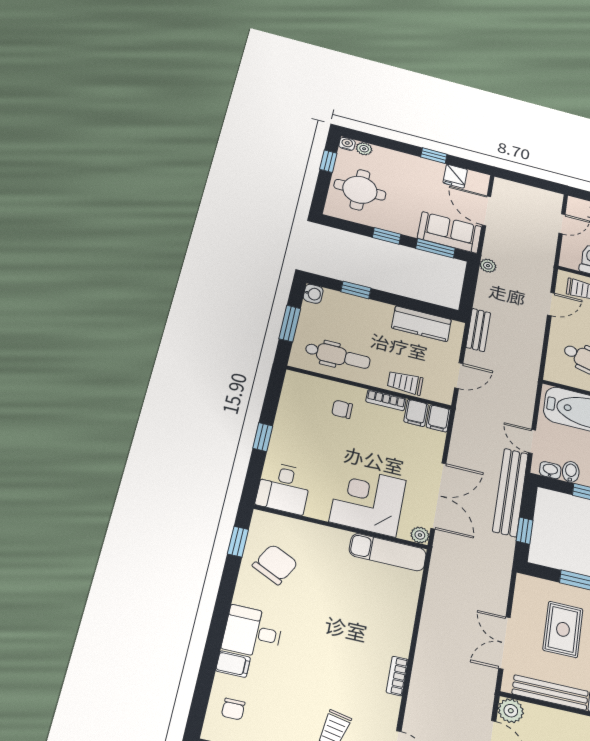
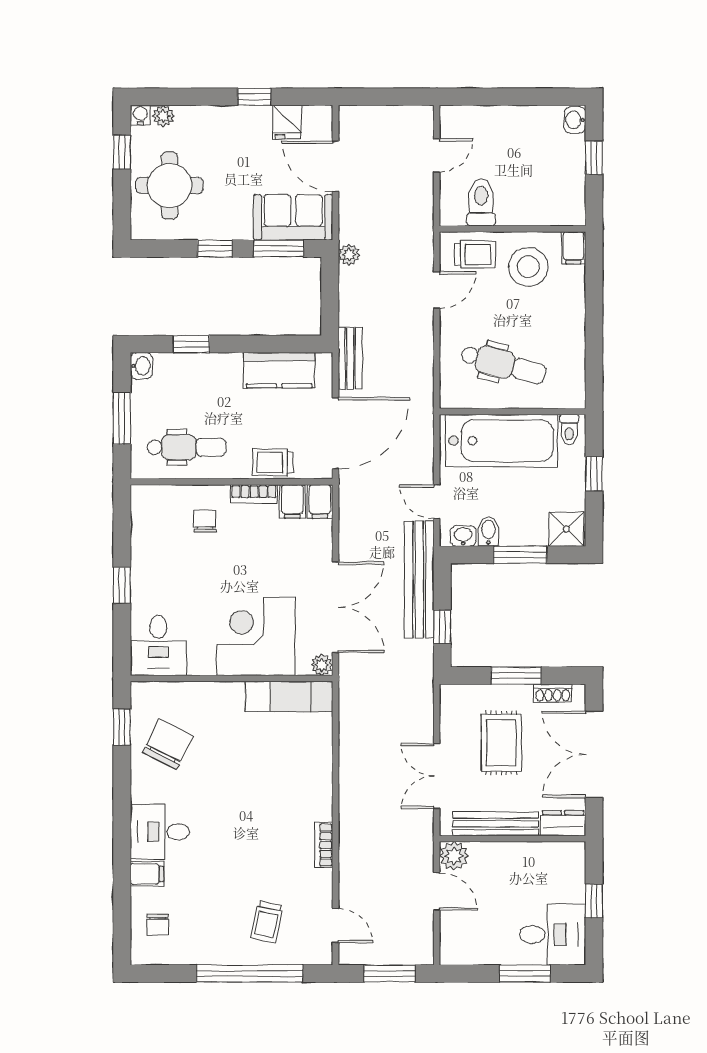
door: (459, 376) -> (335, 433), width x1.87
chair: (342, 409) -> (205, 521), turned 90

